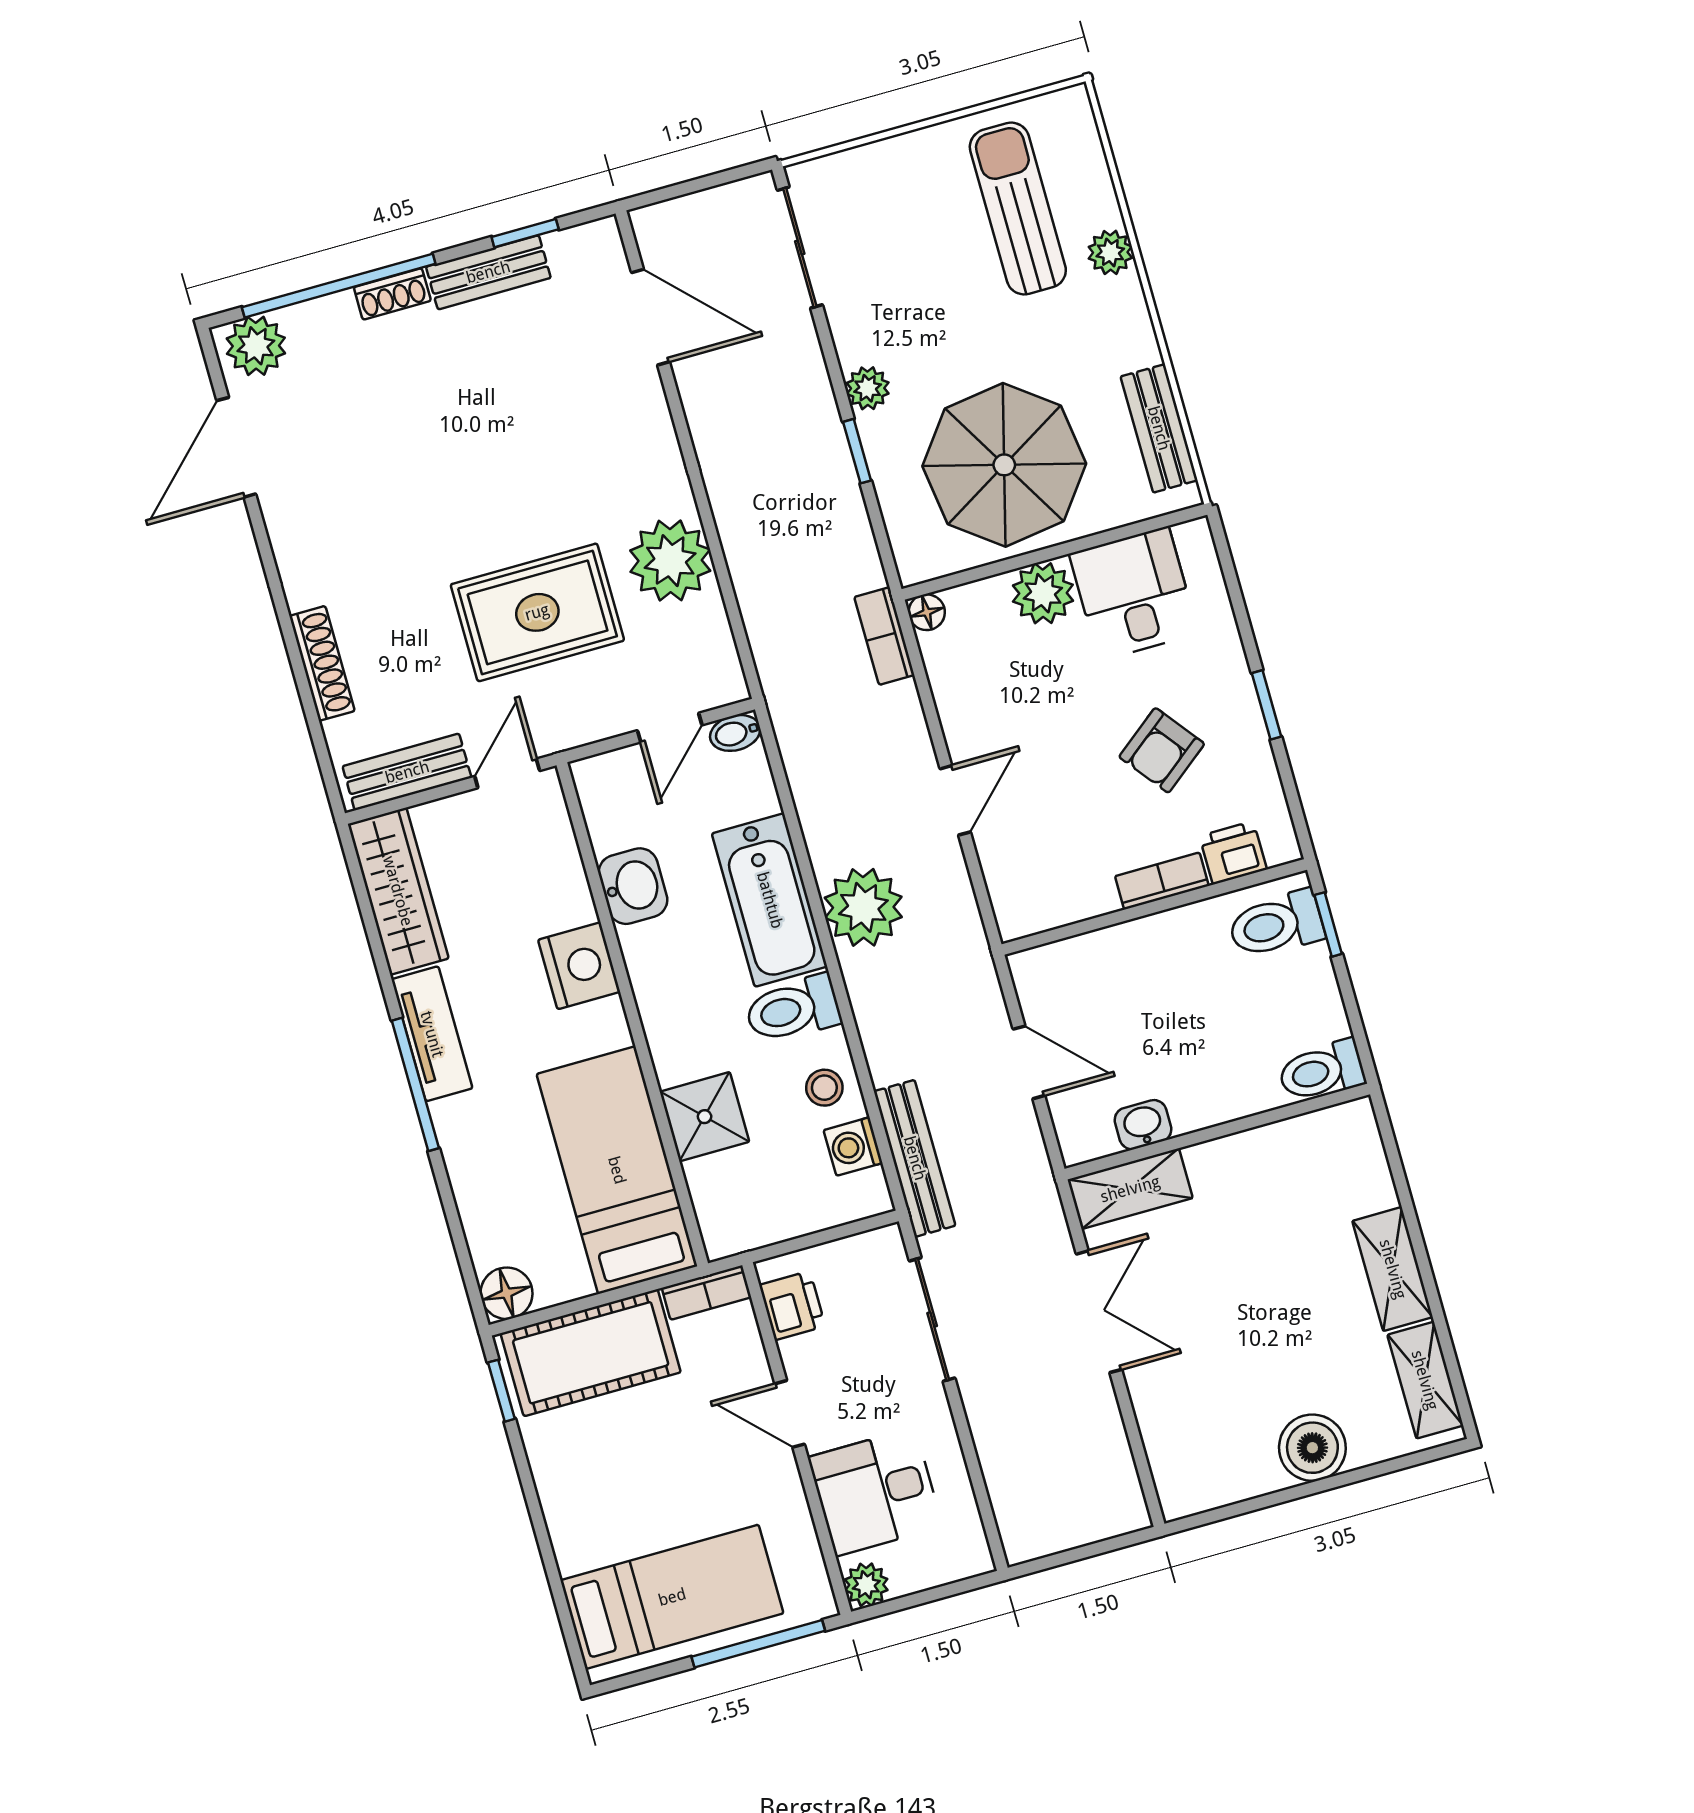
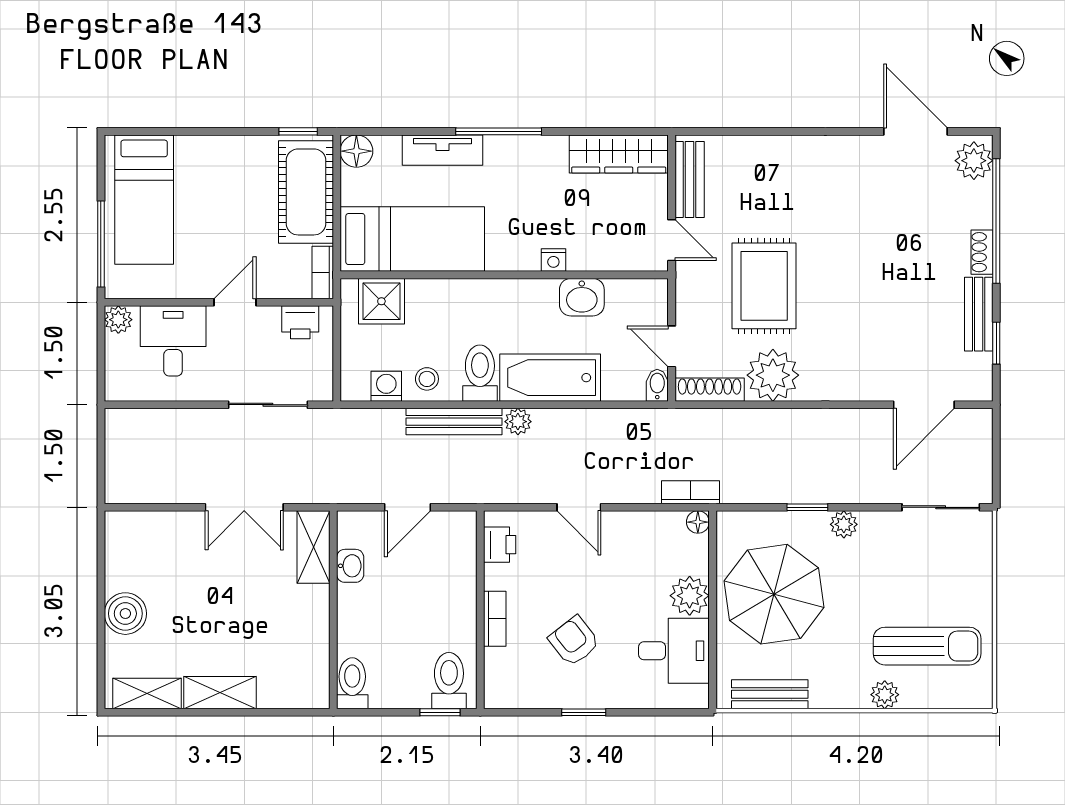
shoe rack: (322, 663) -> (710, 390), moved, turned 180
printer: (1233, 853) -> (500, 545), moved
plant: (863, 907) -> (518, 422), width x0.53, depth x0.53
nightstand: (579, 966) -> (553, 260), width x0.53, depth x0.56
tv unit: (432, 1034) -> (442, 150), moved
shower: (705, 1117) -> (381, 301), moved
bench: (915, 1158) -> (454, 422), moved

